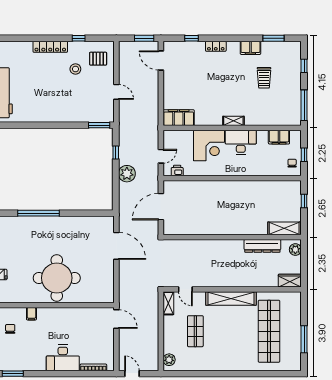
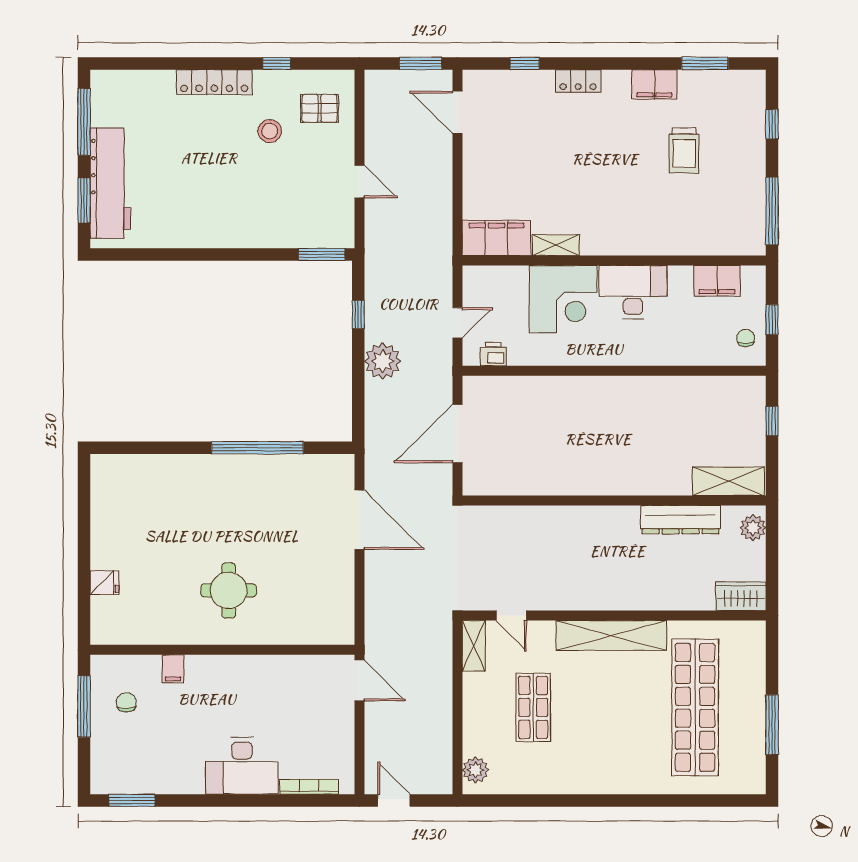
shelving: (233, 121) -> (556, 245), moved
window: (39, 213) -> (257, 448), moved
round table: (57, 278) -> (229, 590), width x0.54, depth x0.54

